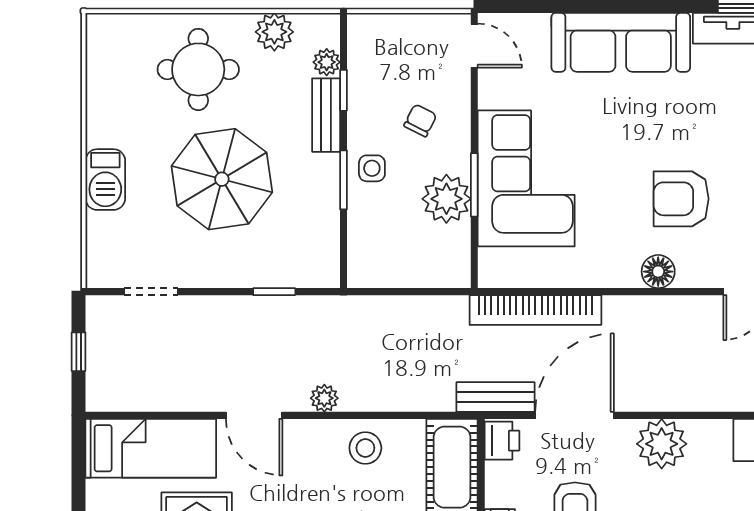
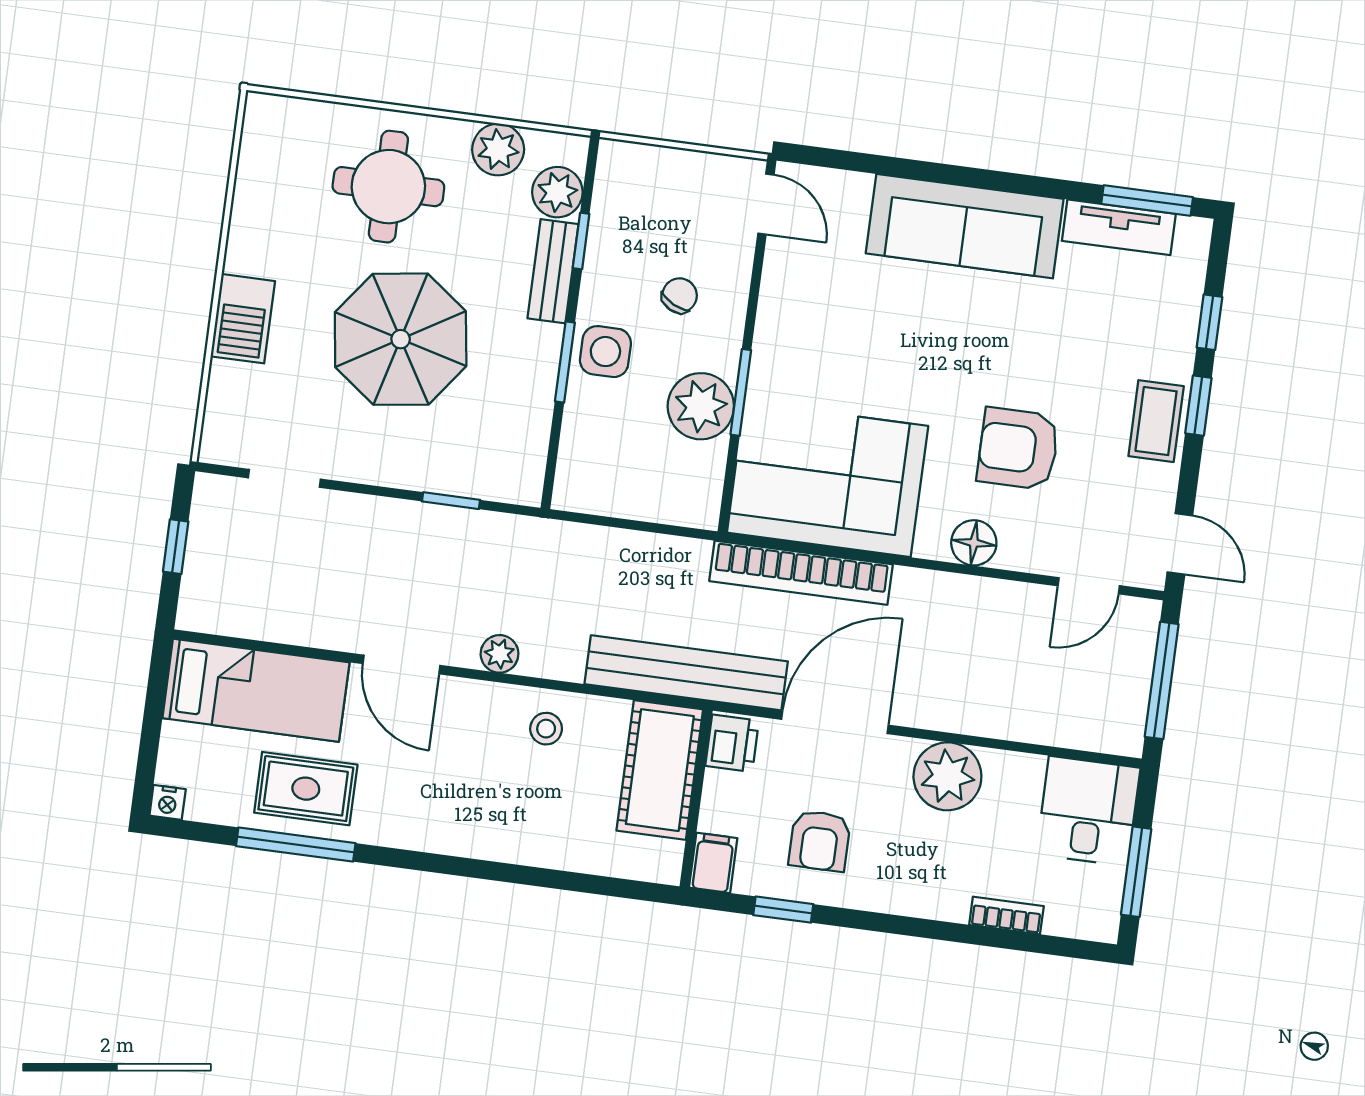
plant: (327, 62) -> (557, 192), width x1.38, depth x1.38
side table: (372, 168) -> (605, 352), width x1.37, depth x1.37
corner sofa: (526, 178) -> (828, 479), moved, turned -90
bench: (496, 397) -> (686, 673), width x1.86, depth x1.21
stool: (365, 448) -> (546, 729), width x0.73, depth x0.73

